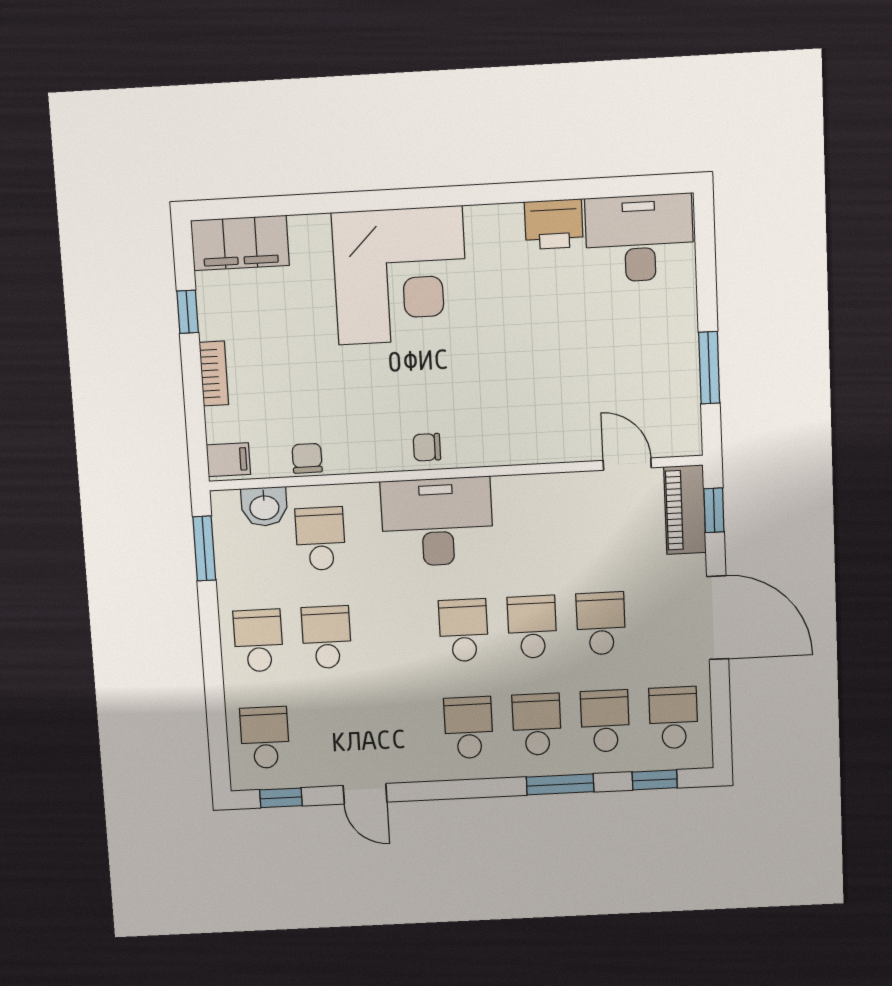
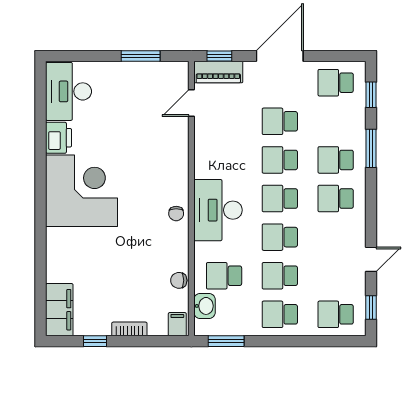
corner desk: (400, 275) -> (82, 191), moved
school desk: (605, 721) -> (280, 237), moved

